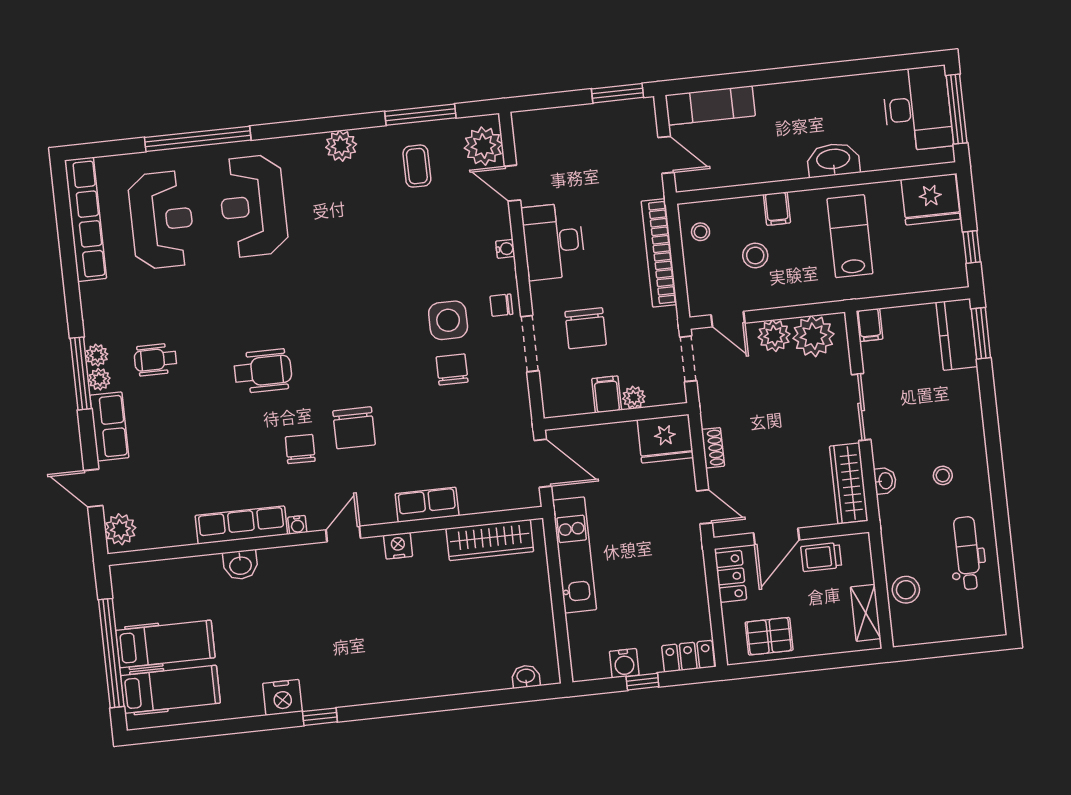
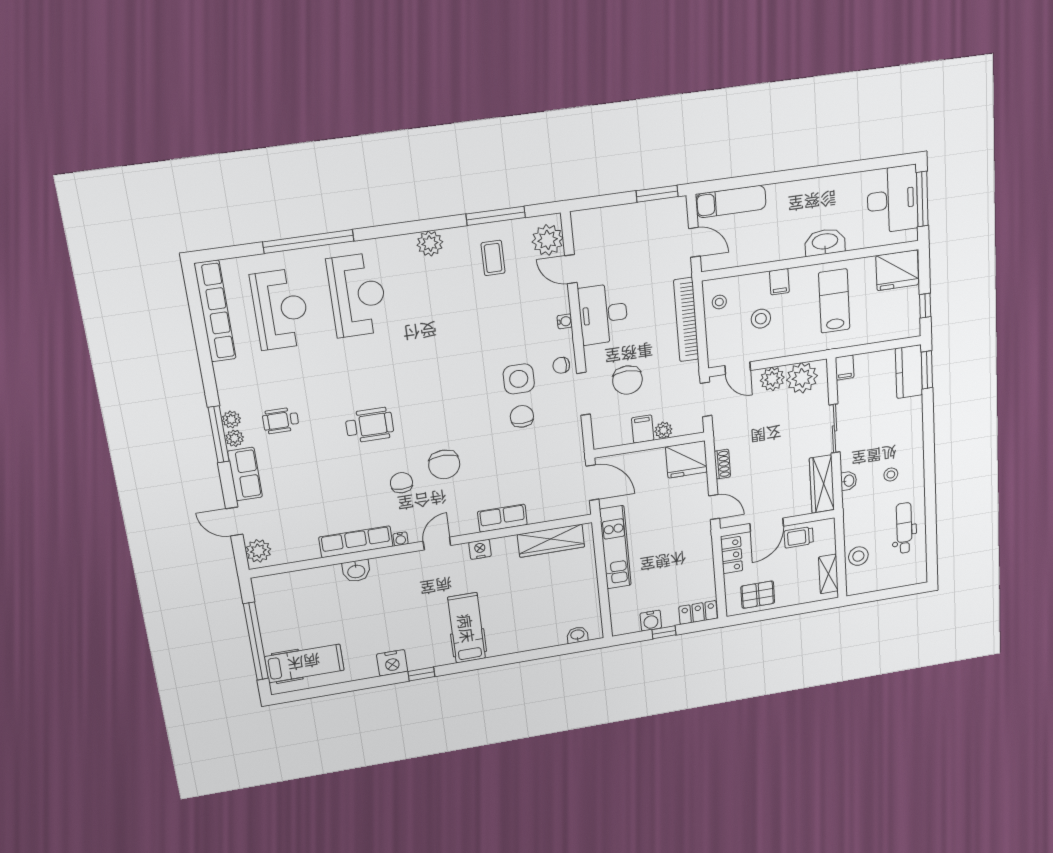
reception desk: (253, 206) -> (357, 295), turned 180
hospital bed: (165, 644) -> (467, 628), moved, turned -90

